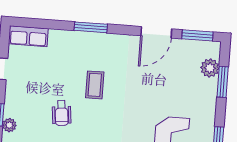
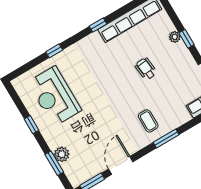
plant: (210, 68) -> (62, 154), moved
coffee table: (95, 85) -> (148, 121), moved

